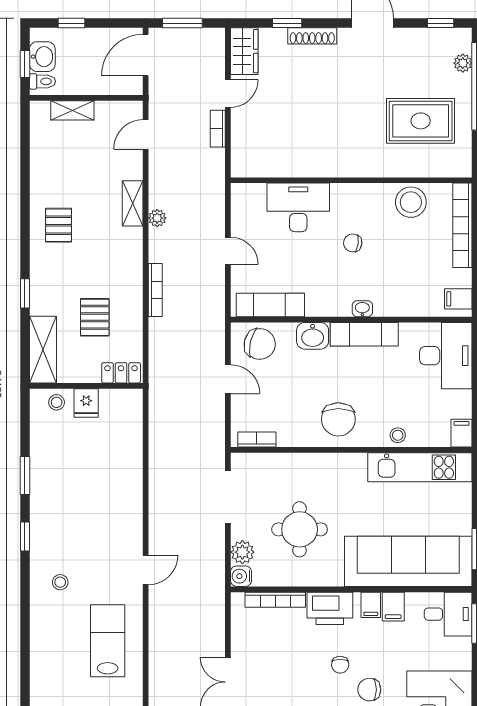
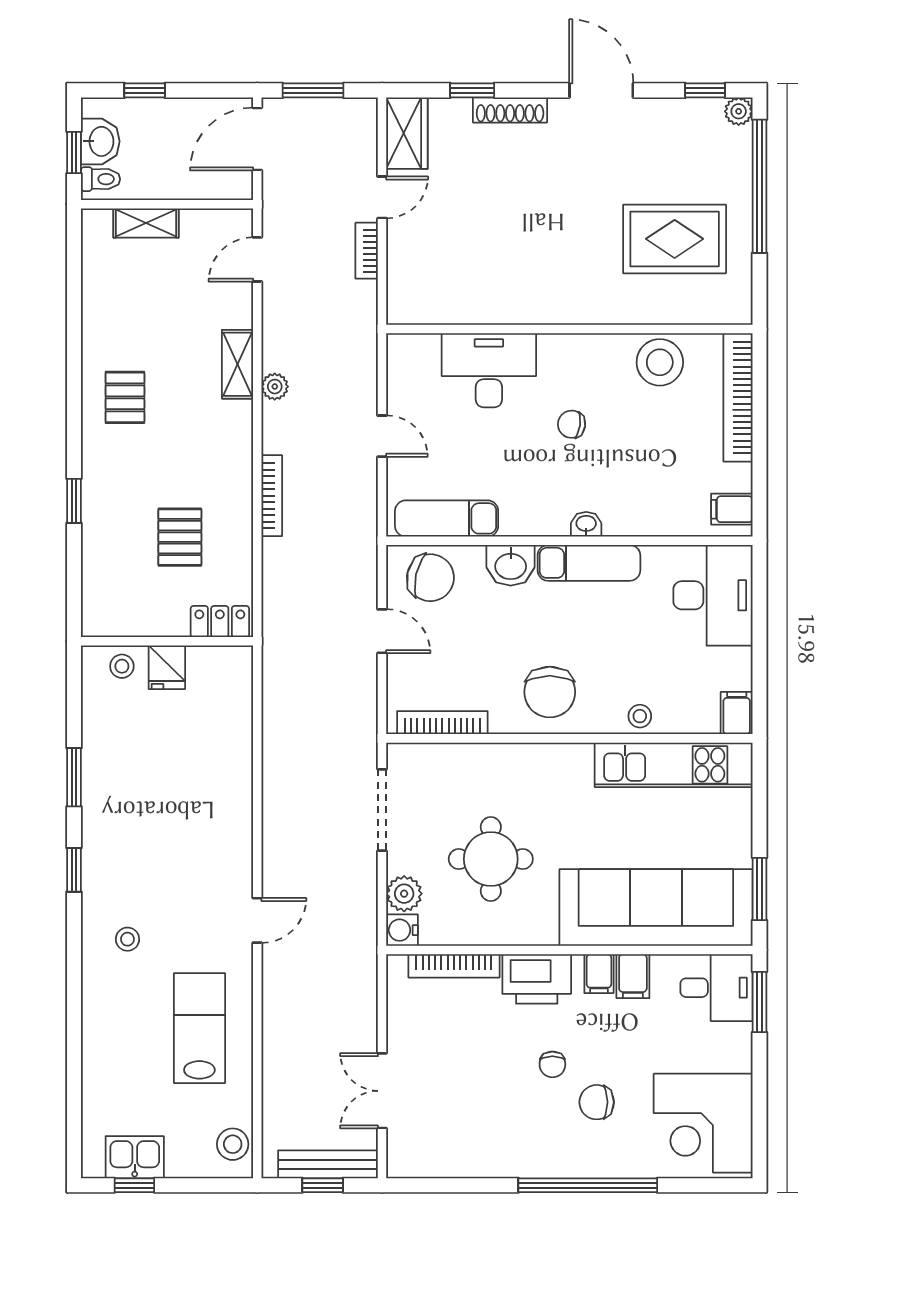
plant: (463, 63) -> (739, 111), moved
shelving: (43, 350) -> (101, 586), removed
bookcase: (257, 440) -> (442, 723), width x1.56

